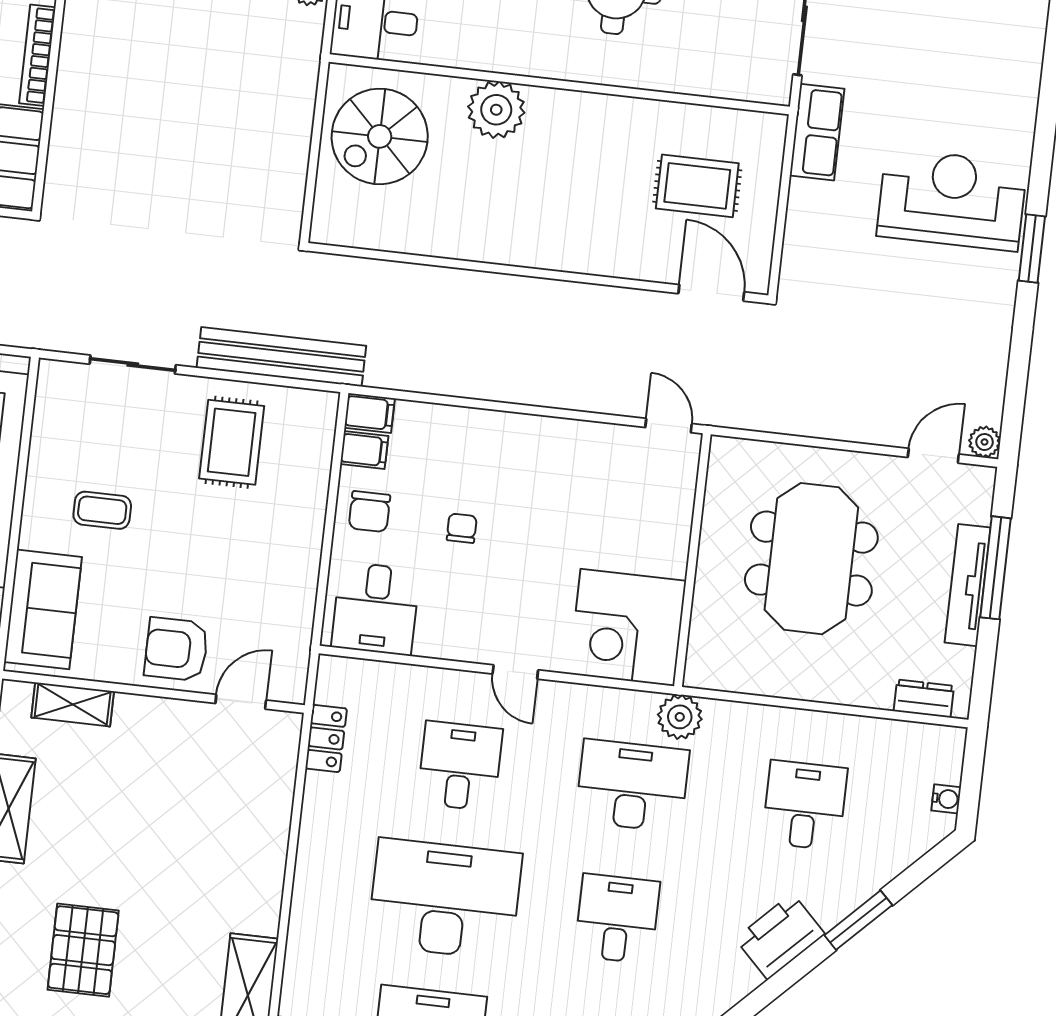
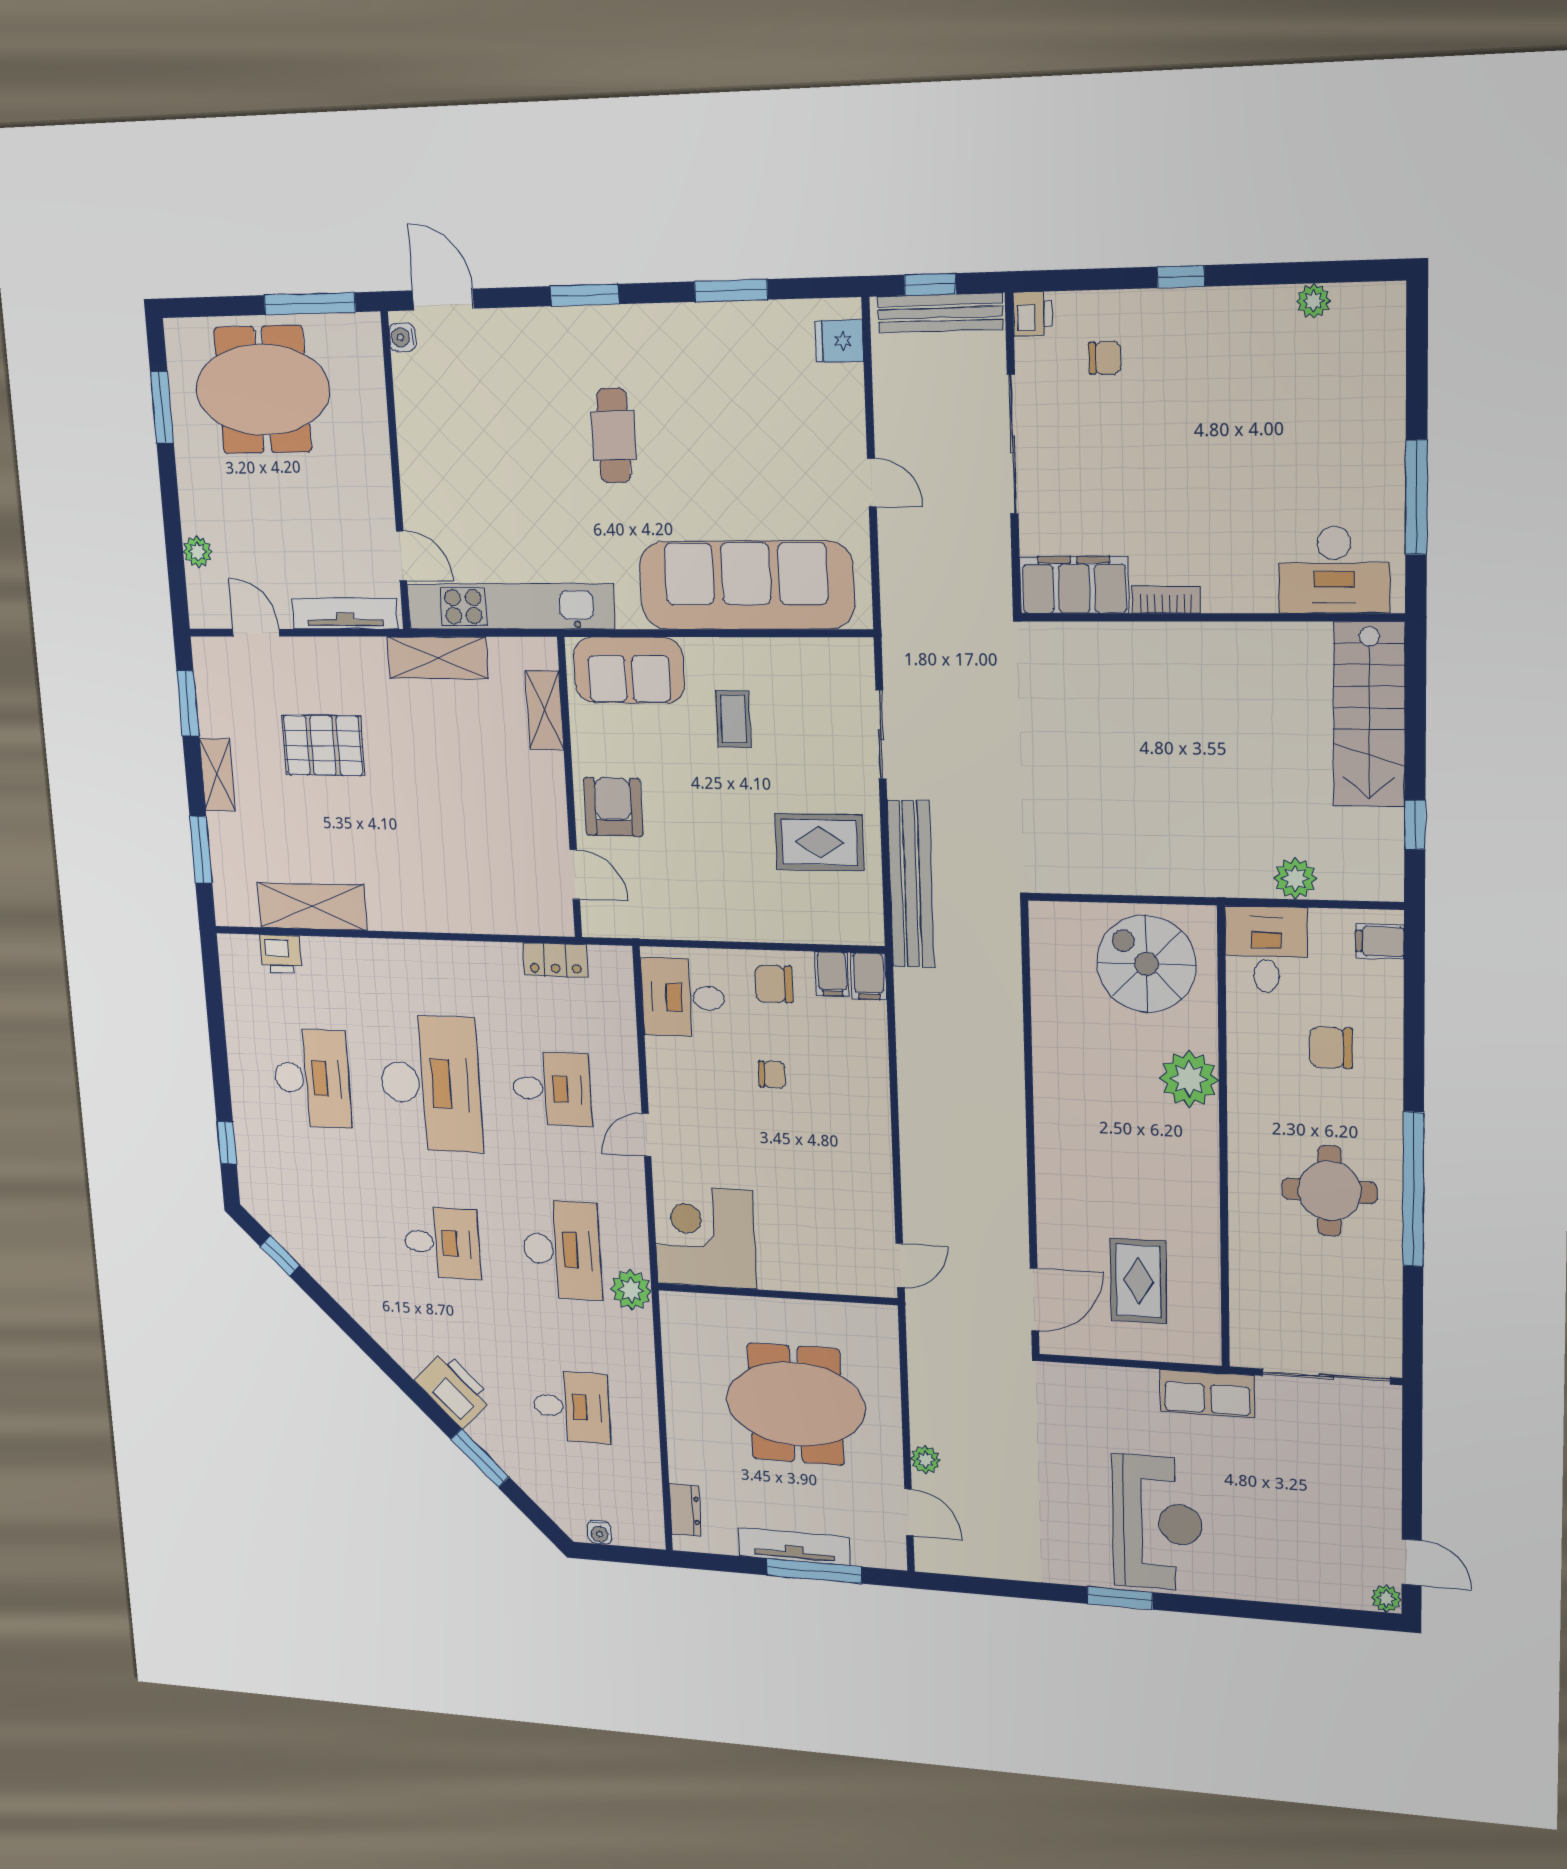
bookcase: (37, 55) -> (1166, 600), width x0.64
plant: (985, 442) -> (926, 1460), moved

